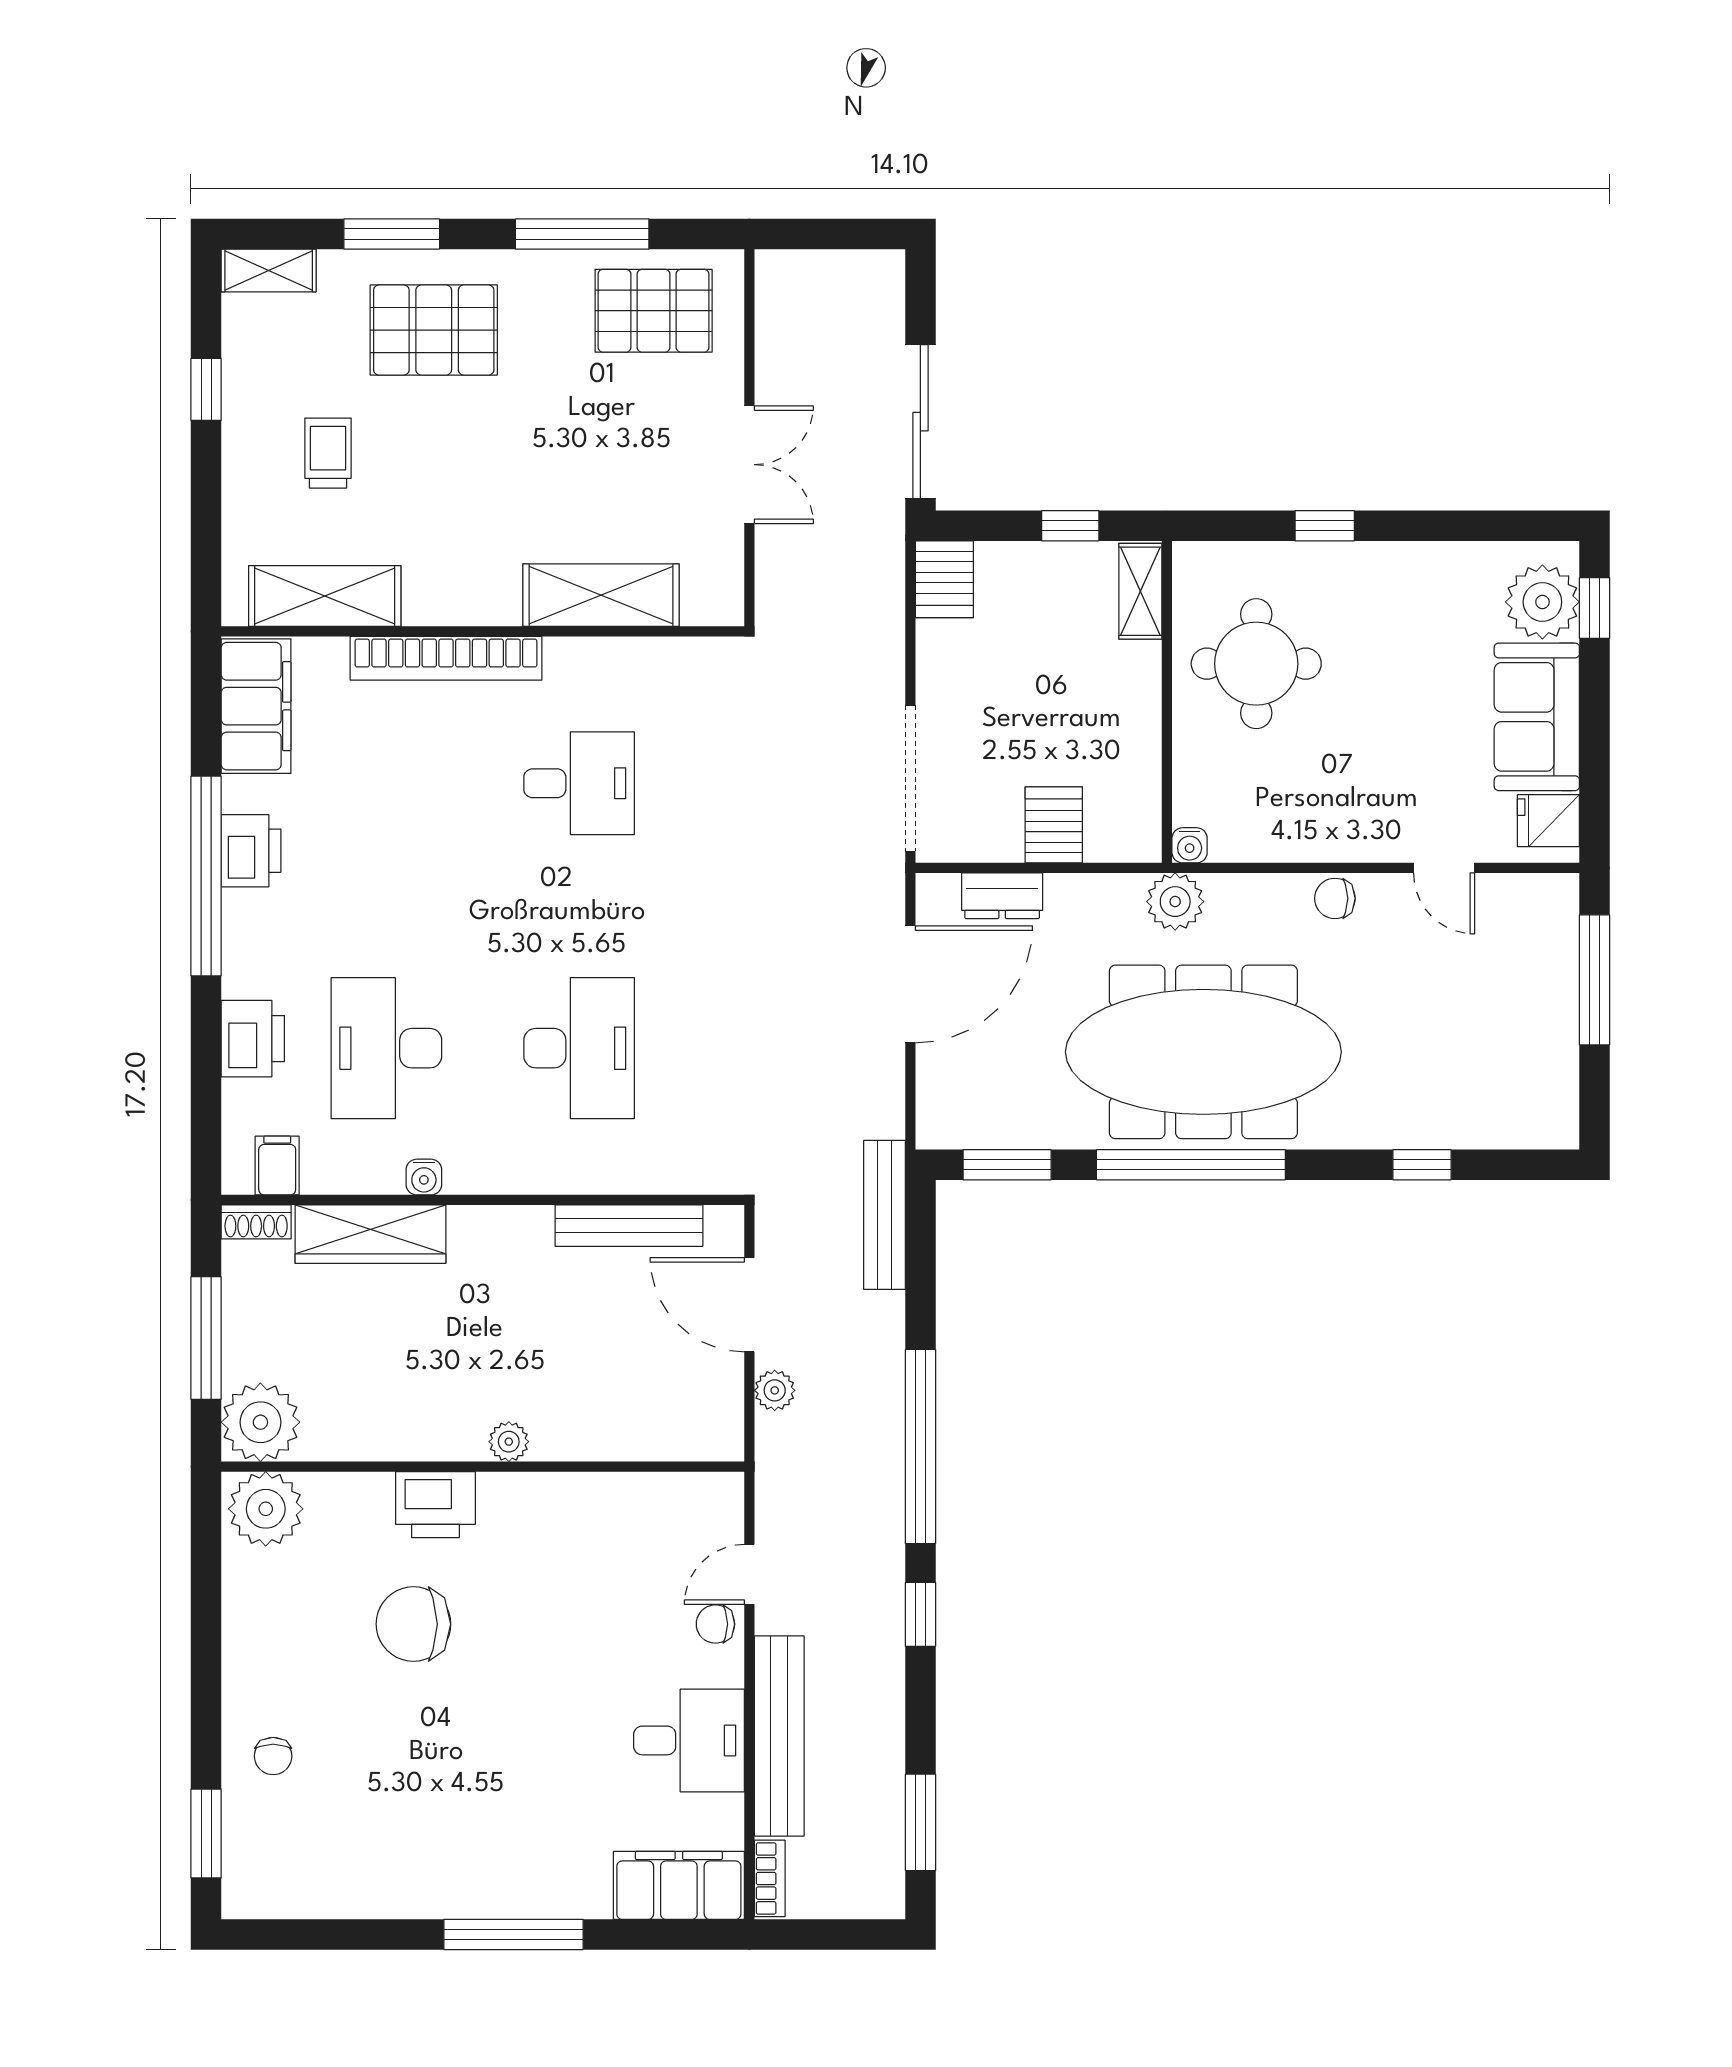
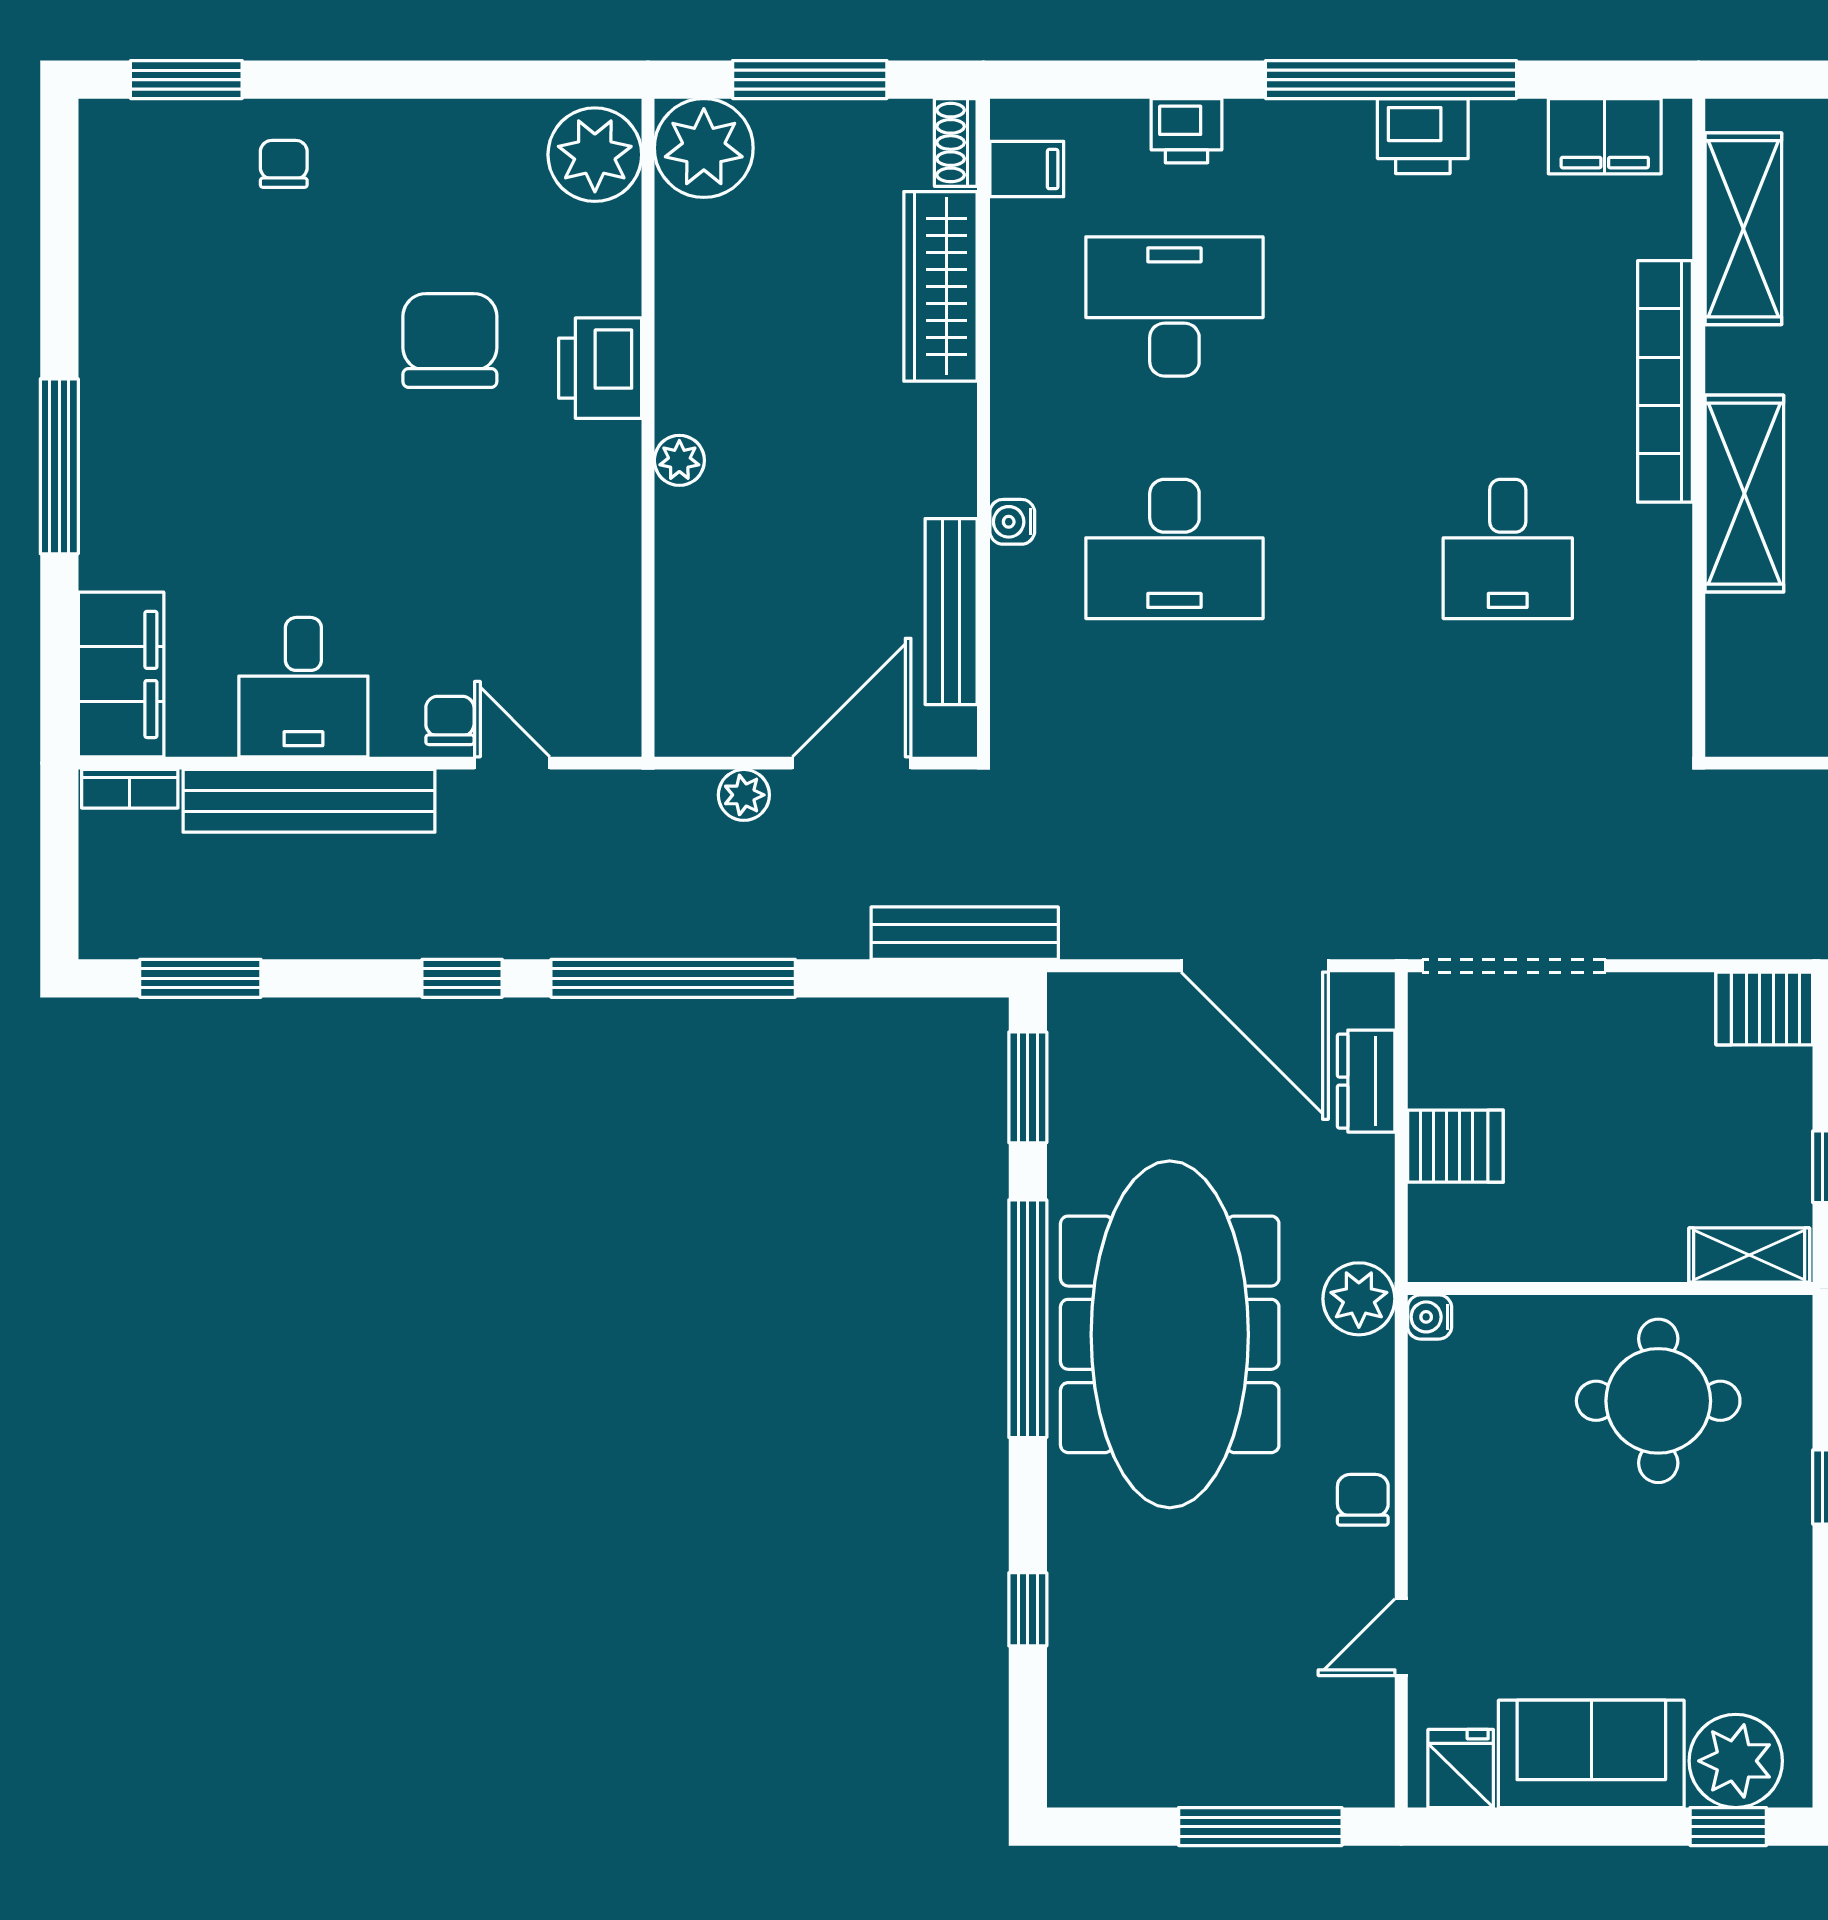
shelving: (601, 595) -> (1744, 494), moved
filing cabinet: (256, 706) -> (1605, 136), width x0.67, depth x0.86
printer: (253, 1039) -> (1187, 131), width x0.73, depth x0.81
water cooler: (424, 1177) -> (1012, 522), moved
chair: (273, 1756) -> (284, 164), turned 90

